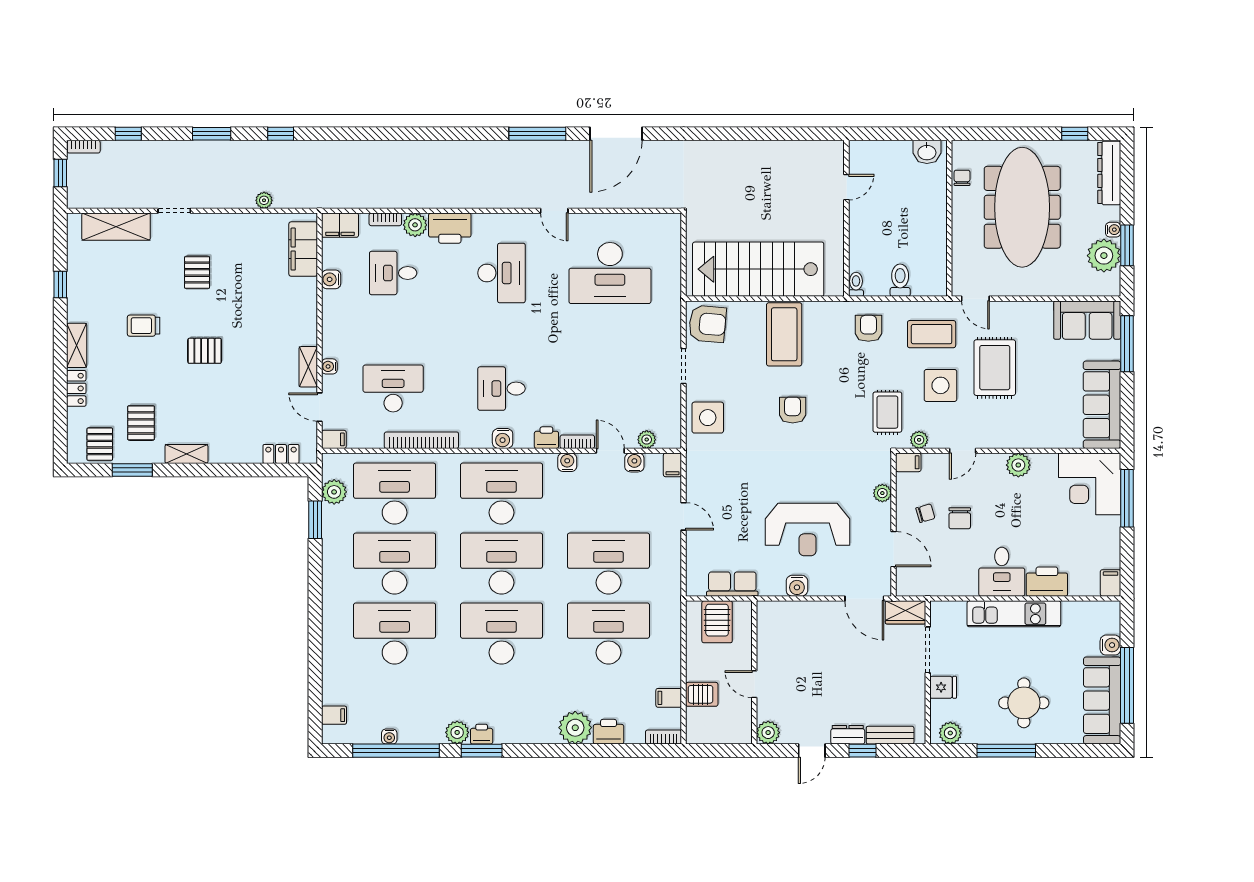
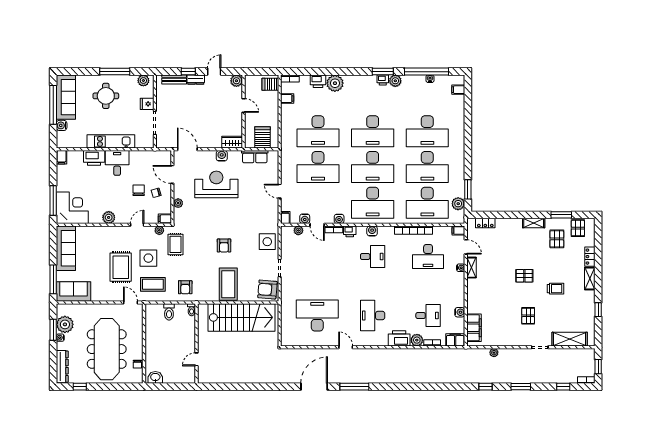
wardrobe: (906, 612) -> (232, 142), moved
server rack: (702, 694) -> (270, 84), moved

